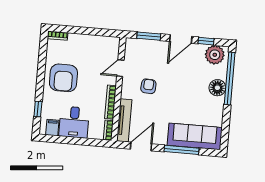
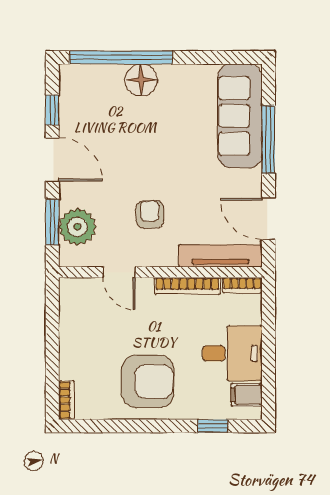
plant: (215, 55) -> (77, 227), moved
armchair: (148, 86) -> (150, 214), turned 86

